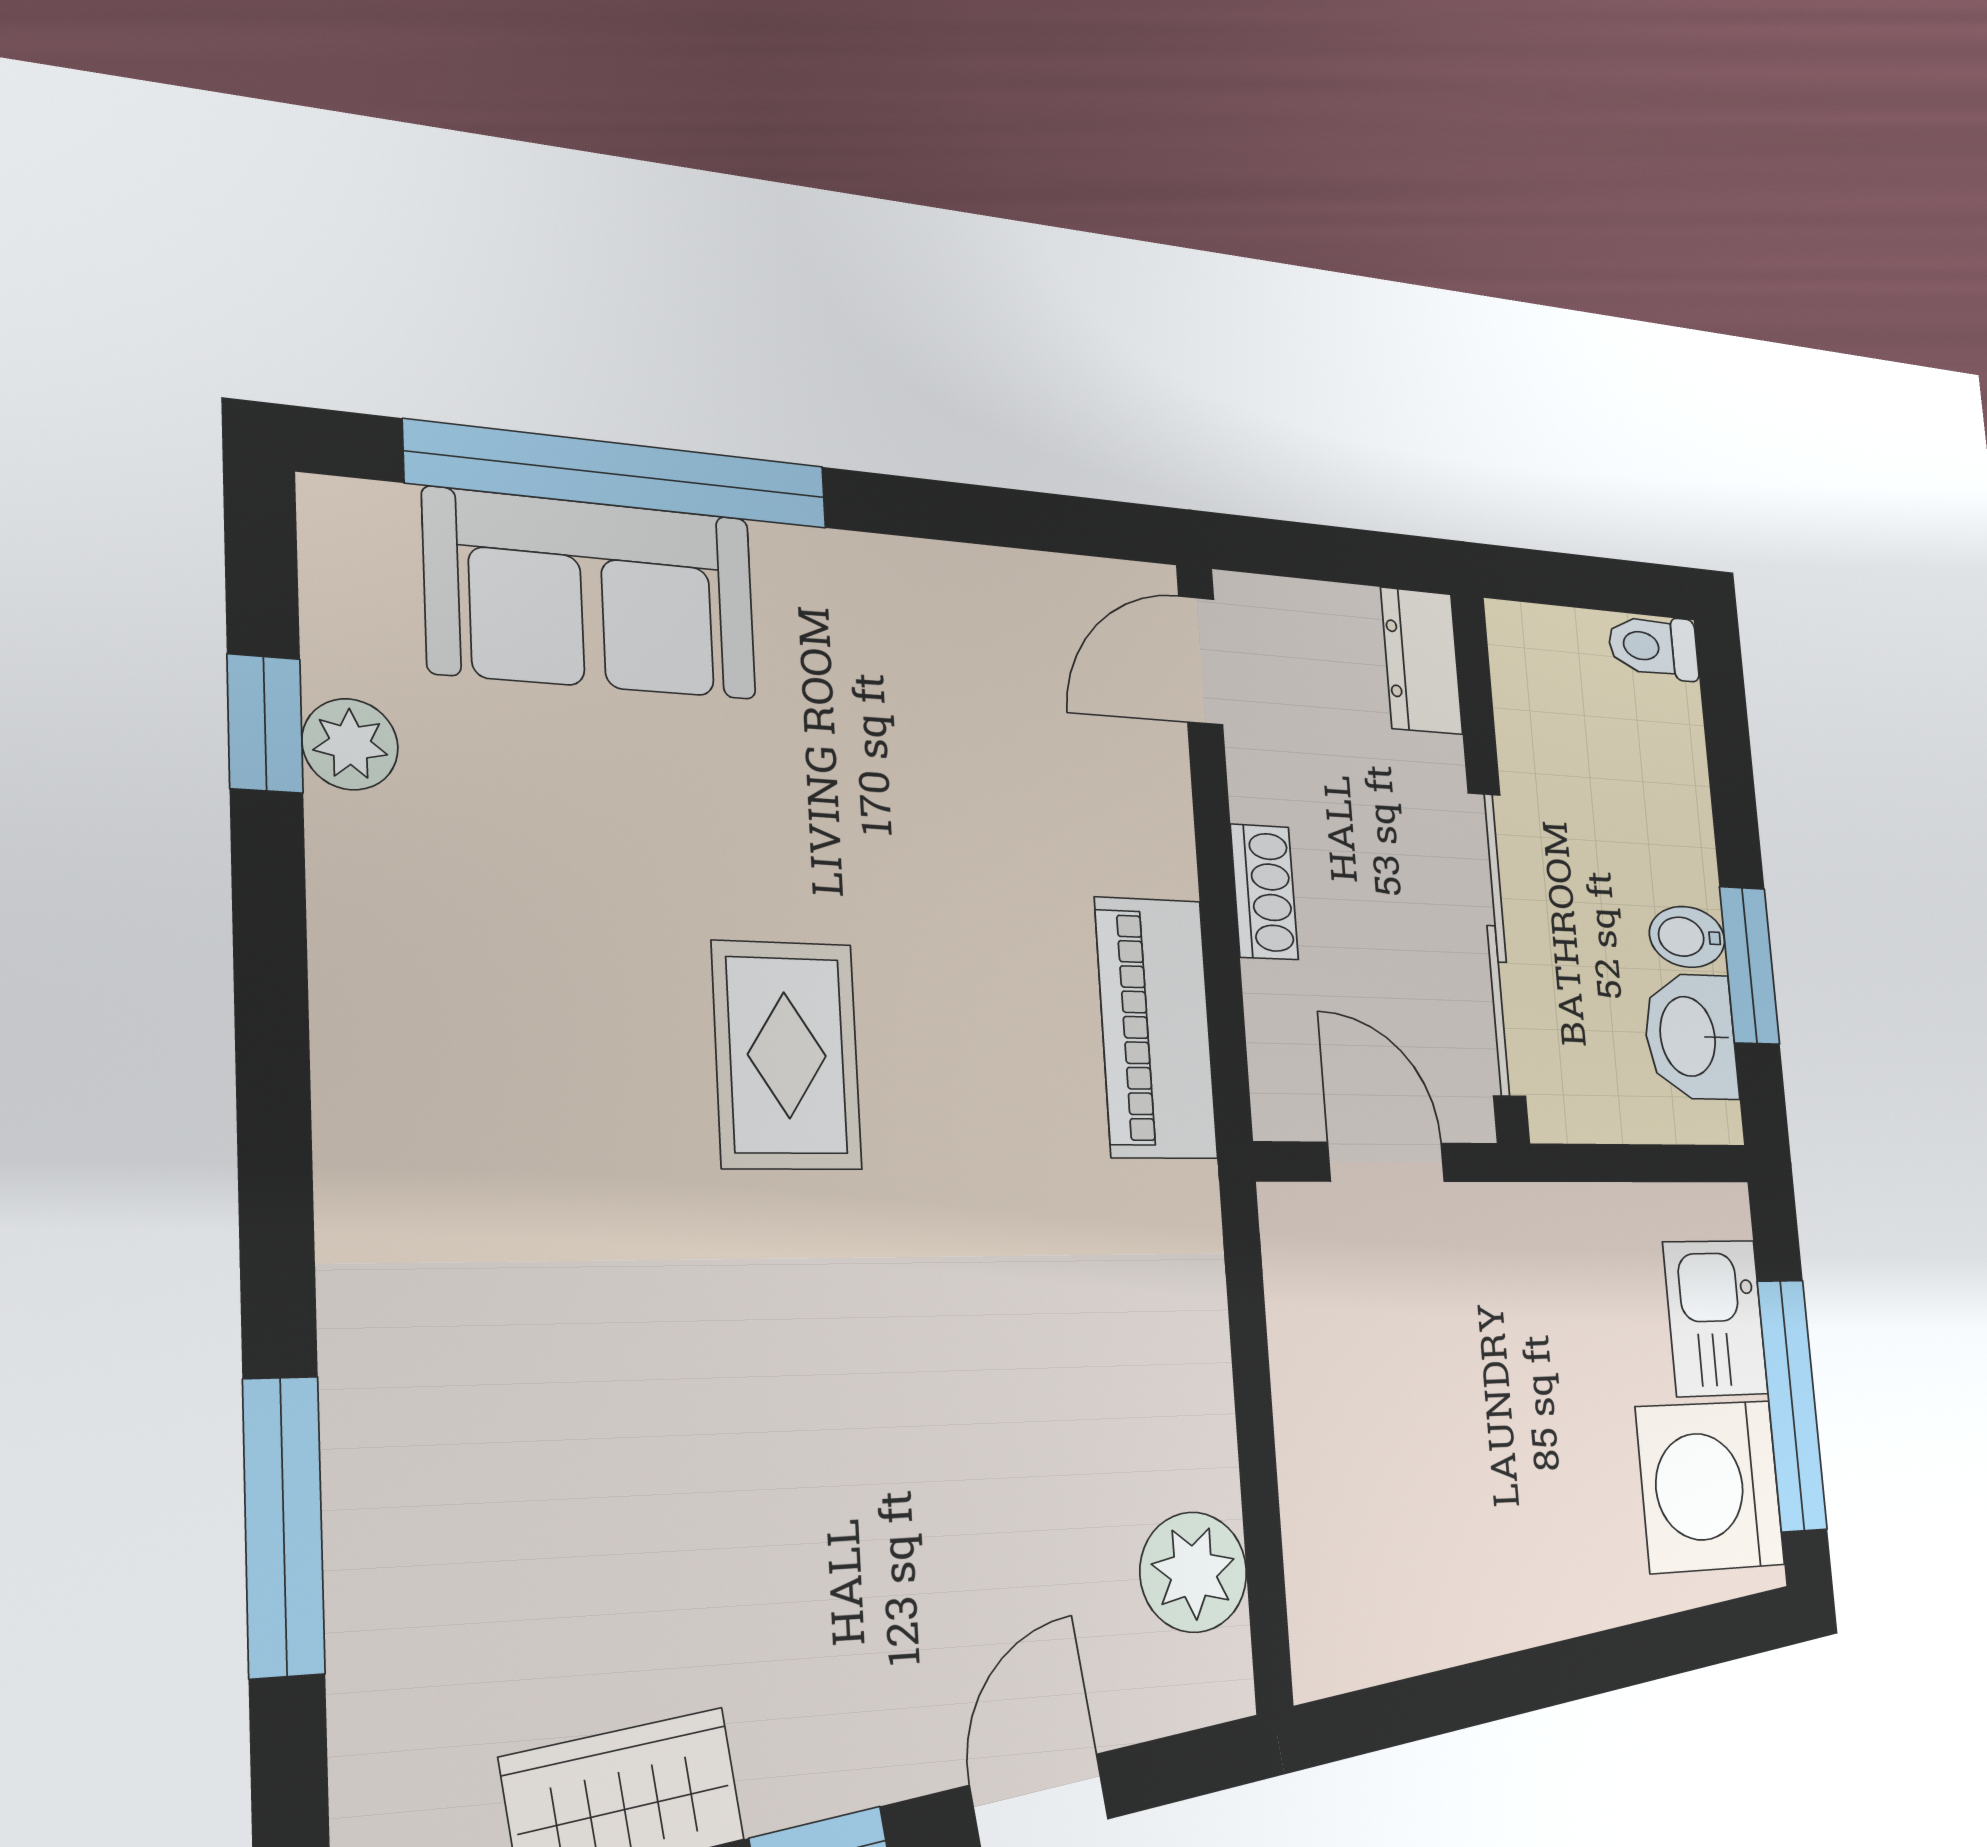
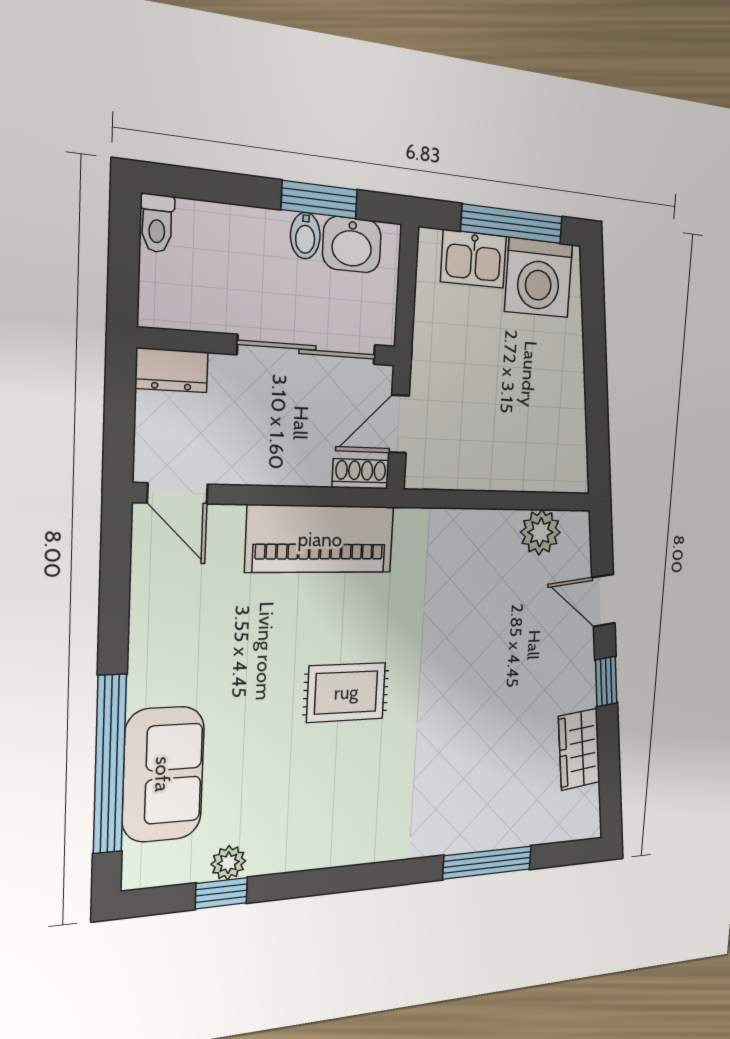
shoe rack: (1264, 892) -> (361, 474), moved
piano: (1156, 1028) -> (320, 539), width x1.37, depth x1.33

